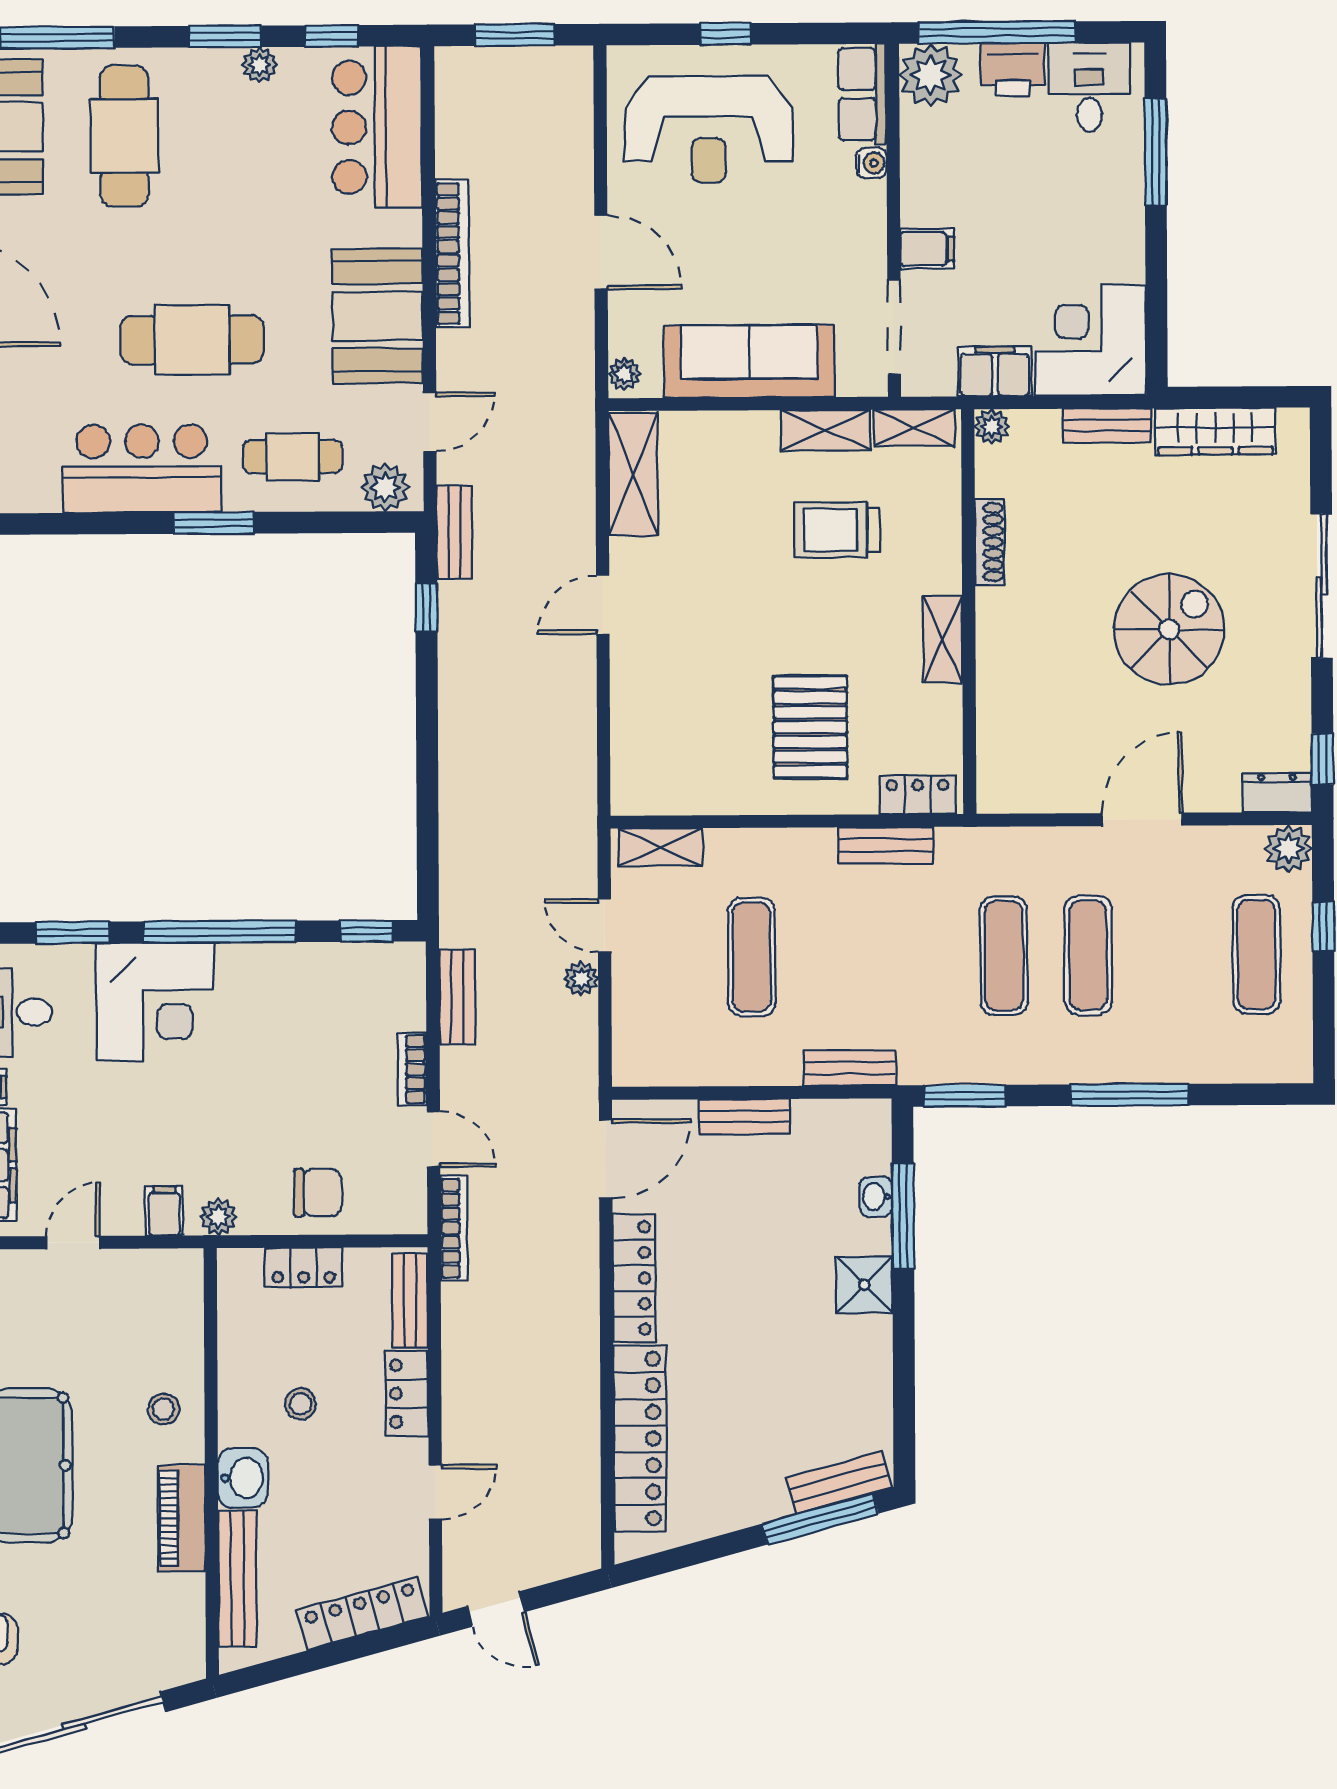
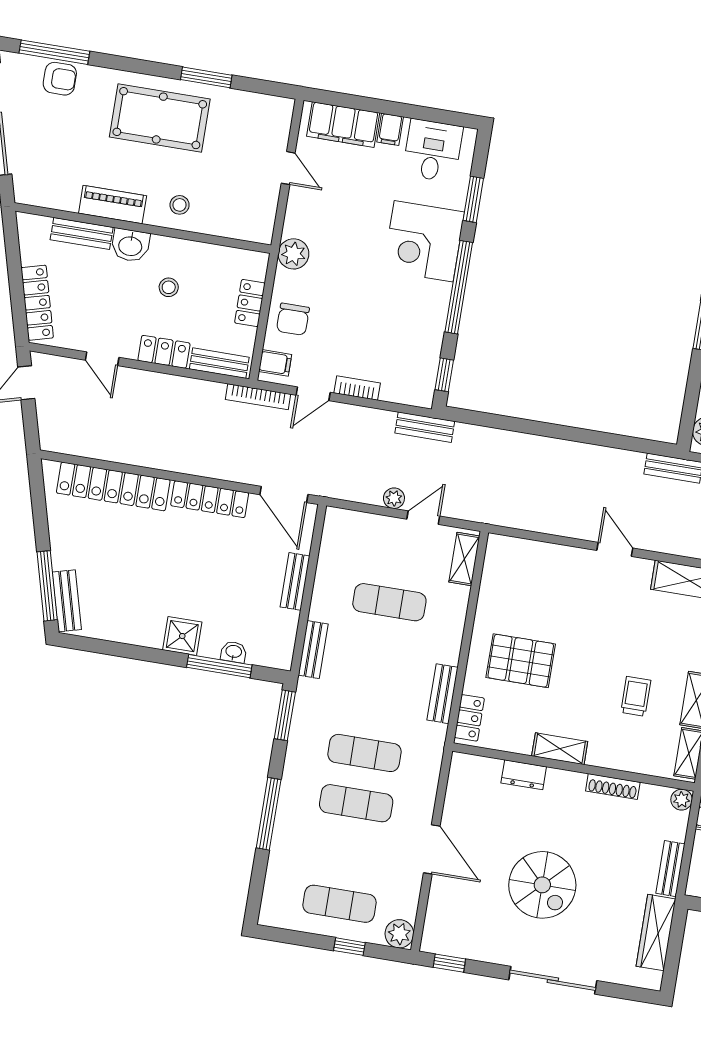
trolley: (836, 530) -> (636, 696), width x0.73, depth x0.72
window: (426, 607) -> (631, 444), removed
dresser: (1277, 793) -> (524, 775), moved, turned 90
bench: (457, 997) -> (425, 427), moved
filing cabinet: (164, 1211) -> (275, 363), moved
plant: (218, 1217) -> (293, 254), width x1.38, depth x1.38
bench: (237, 1579) -> (82, 234), width x0.73

